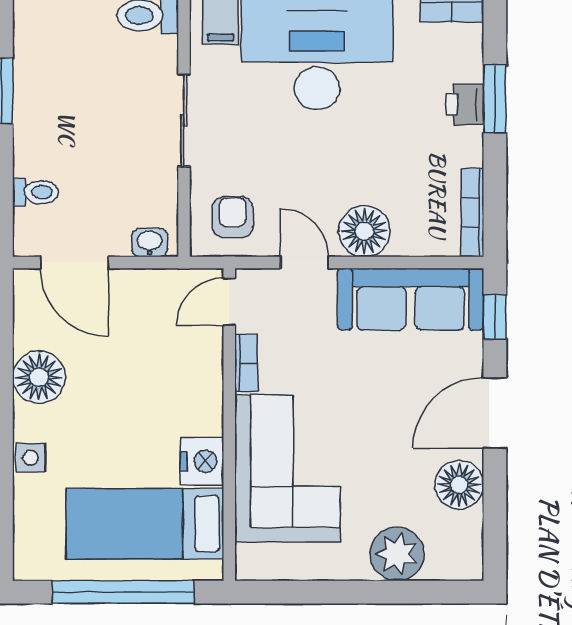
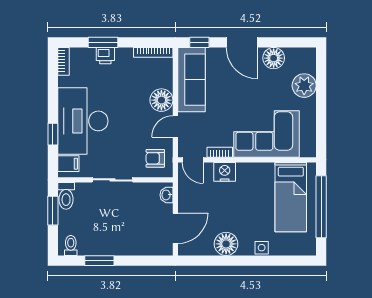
toilet: (35, 192) -> (71, 246), moved
nightstand: (202, 461) -> (225, 172), moved

